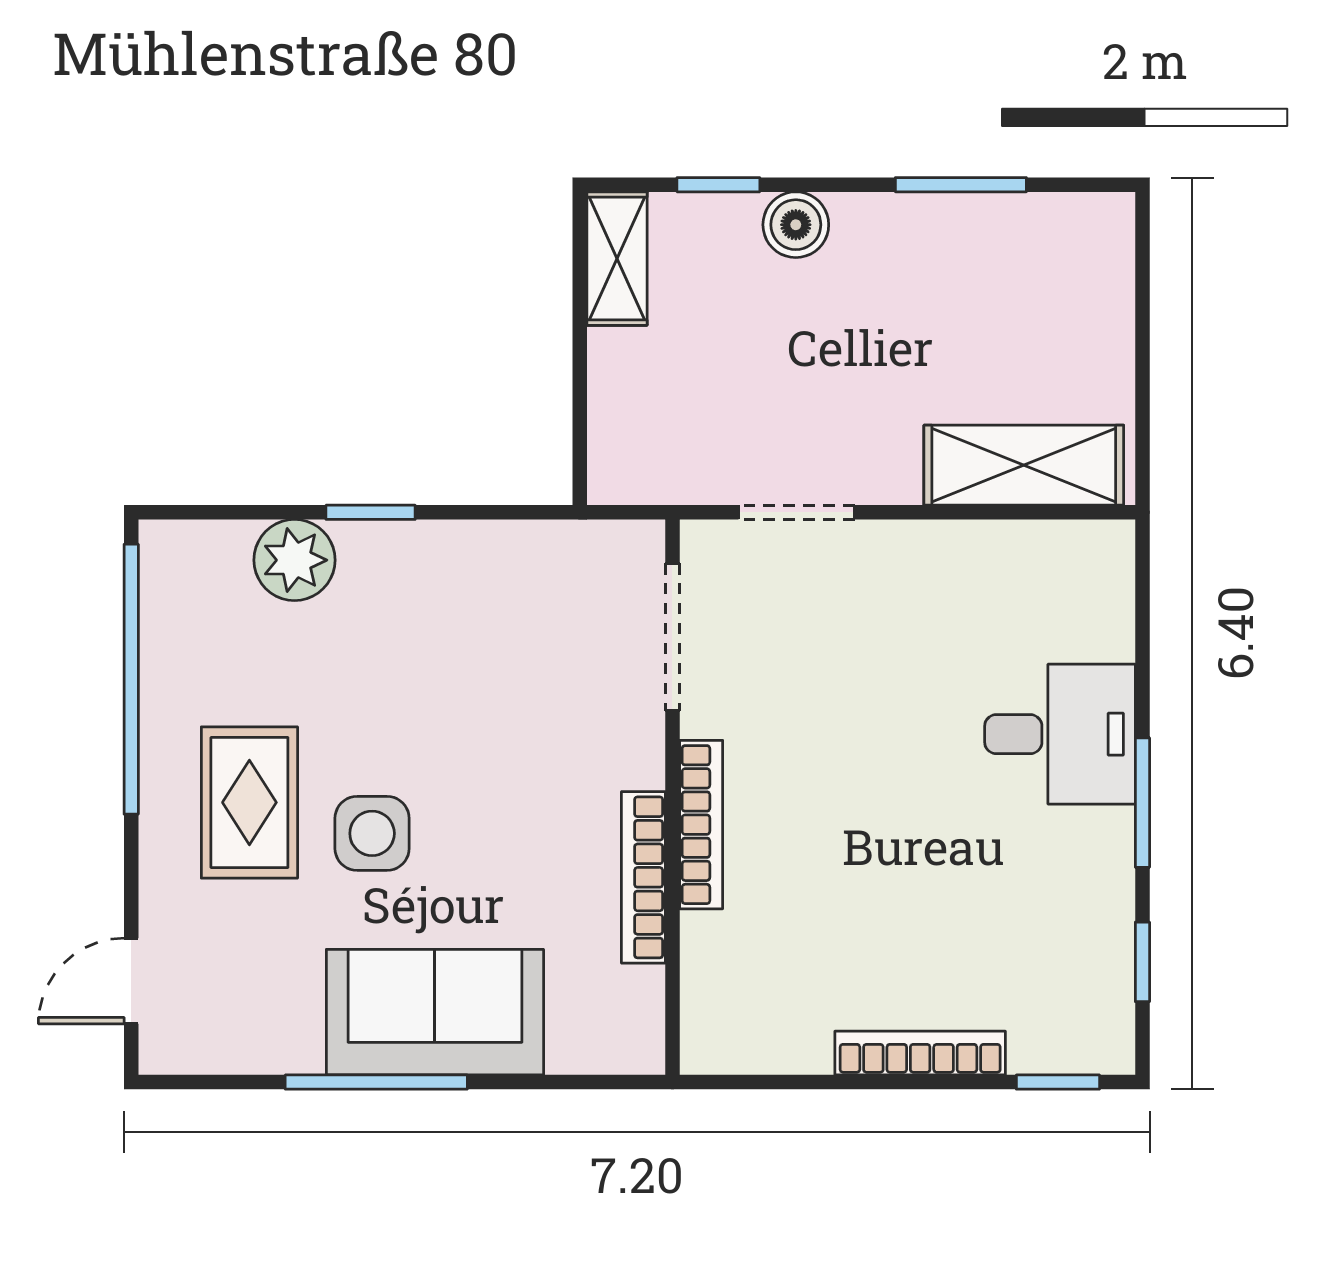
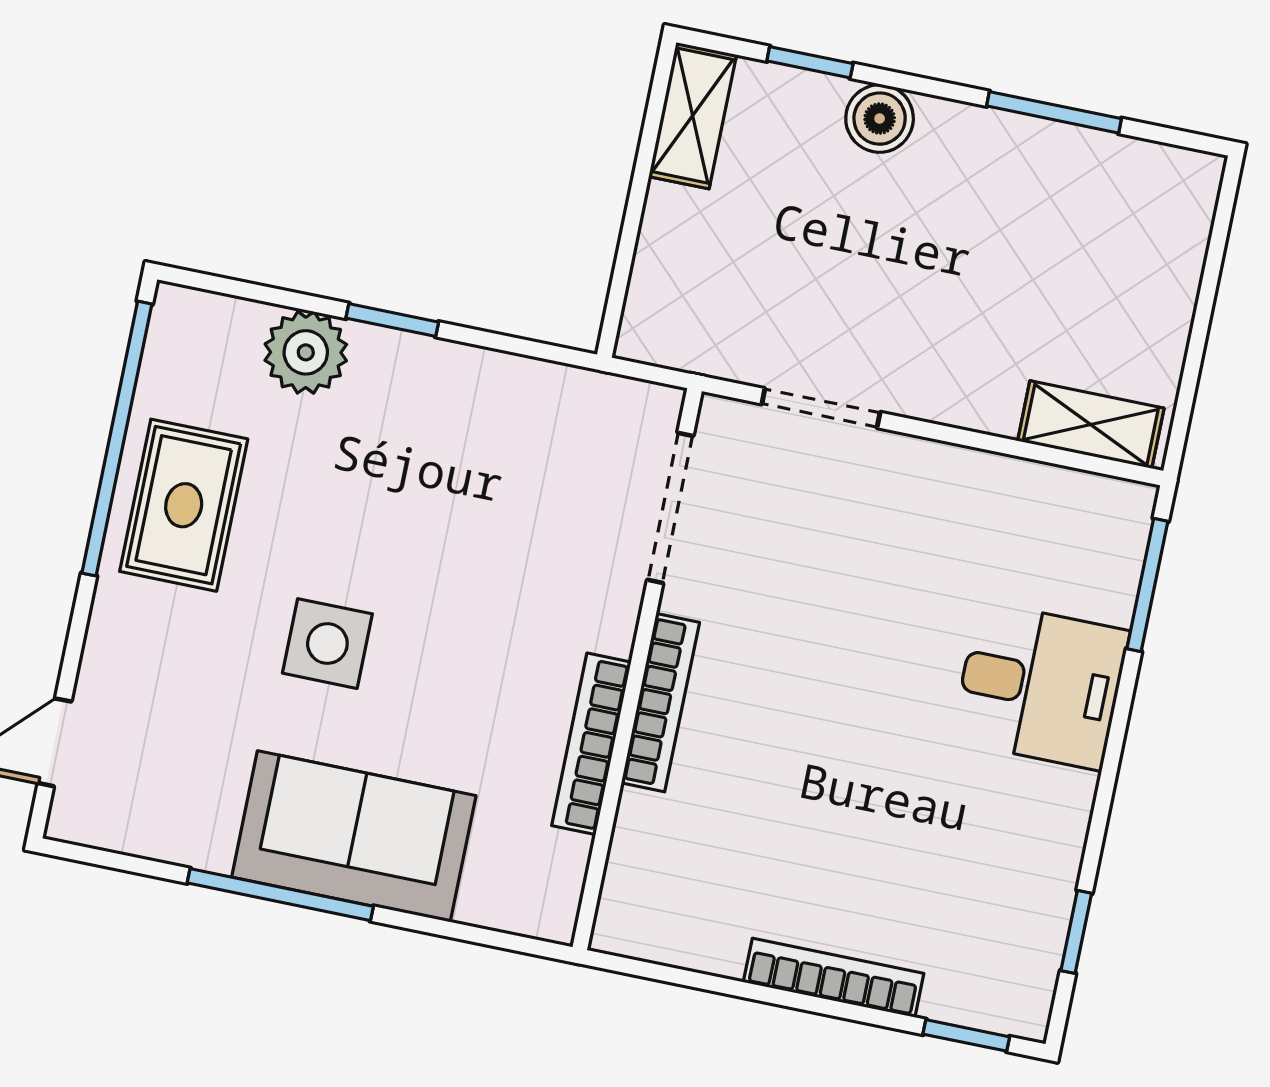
shelving: (1024, 465) -> (1091, 425), width x0.67, depth x0.75
rug: (249, 802) -> (184, 505), moved
window: (1142, 803) -> (1147, 585), moved

